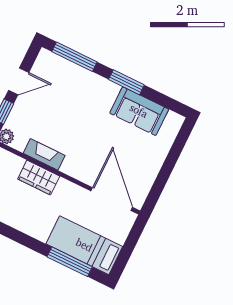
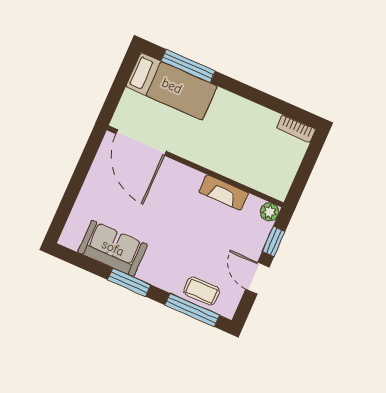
coffee table: (66, 72) -> (202, 291), added
door: (19, 81) -> (257, 278), hinge flipped
wardrobe: (39, 178) -> (229, 165), removed

